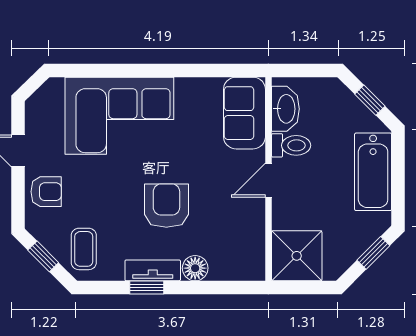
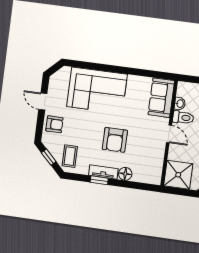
washbasin: (285, 109) -> (180, 104), width x0.52, depth x0.69
door: (268, 180) -> (169, 134), swing flipped
armchair: (166, 206) -> (115, 140), turned 180

